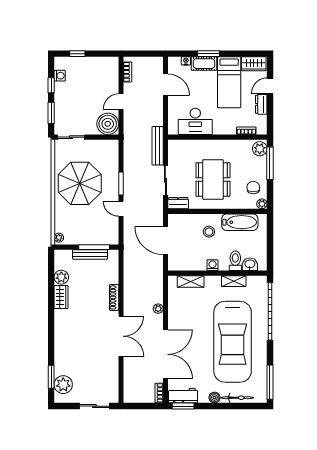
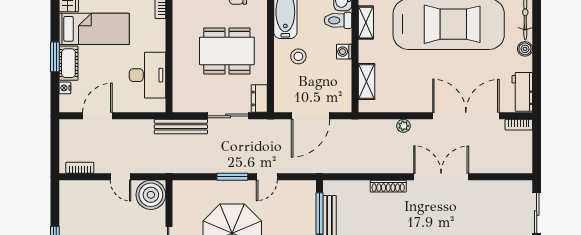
window: (183, 406) -> (537, 92), removed

